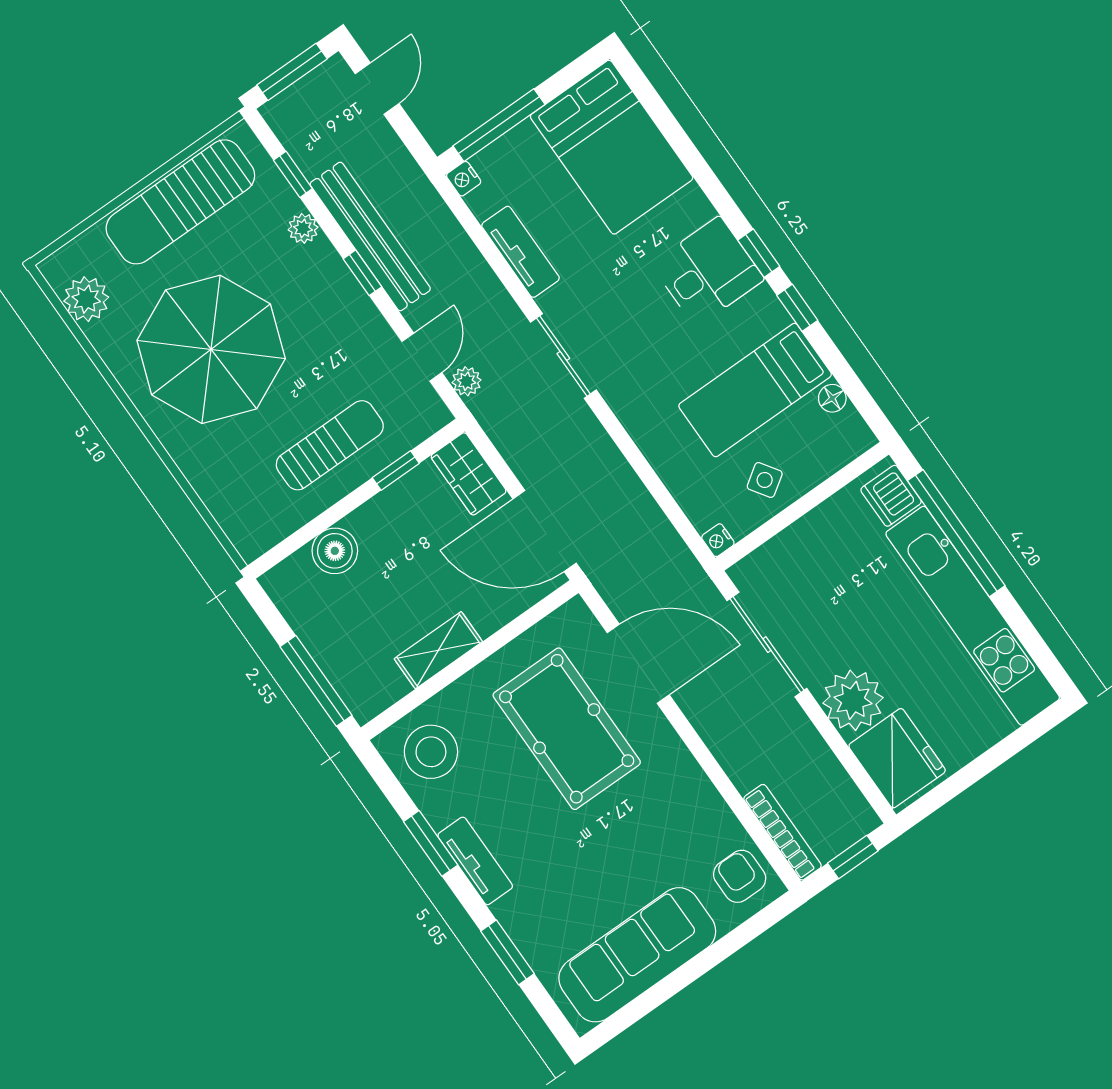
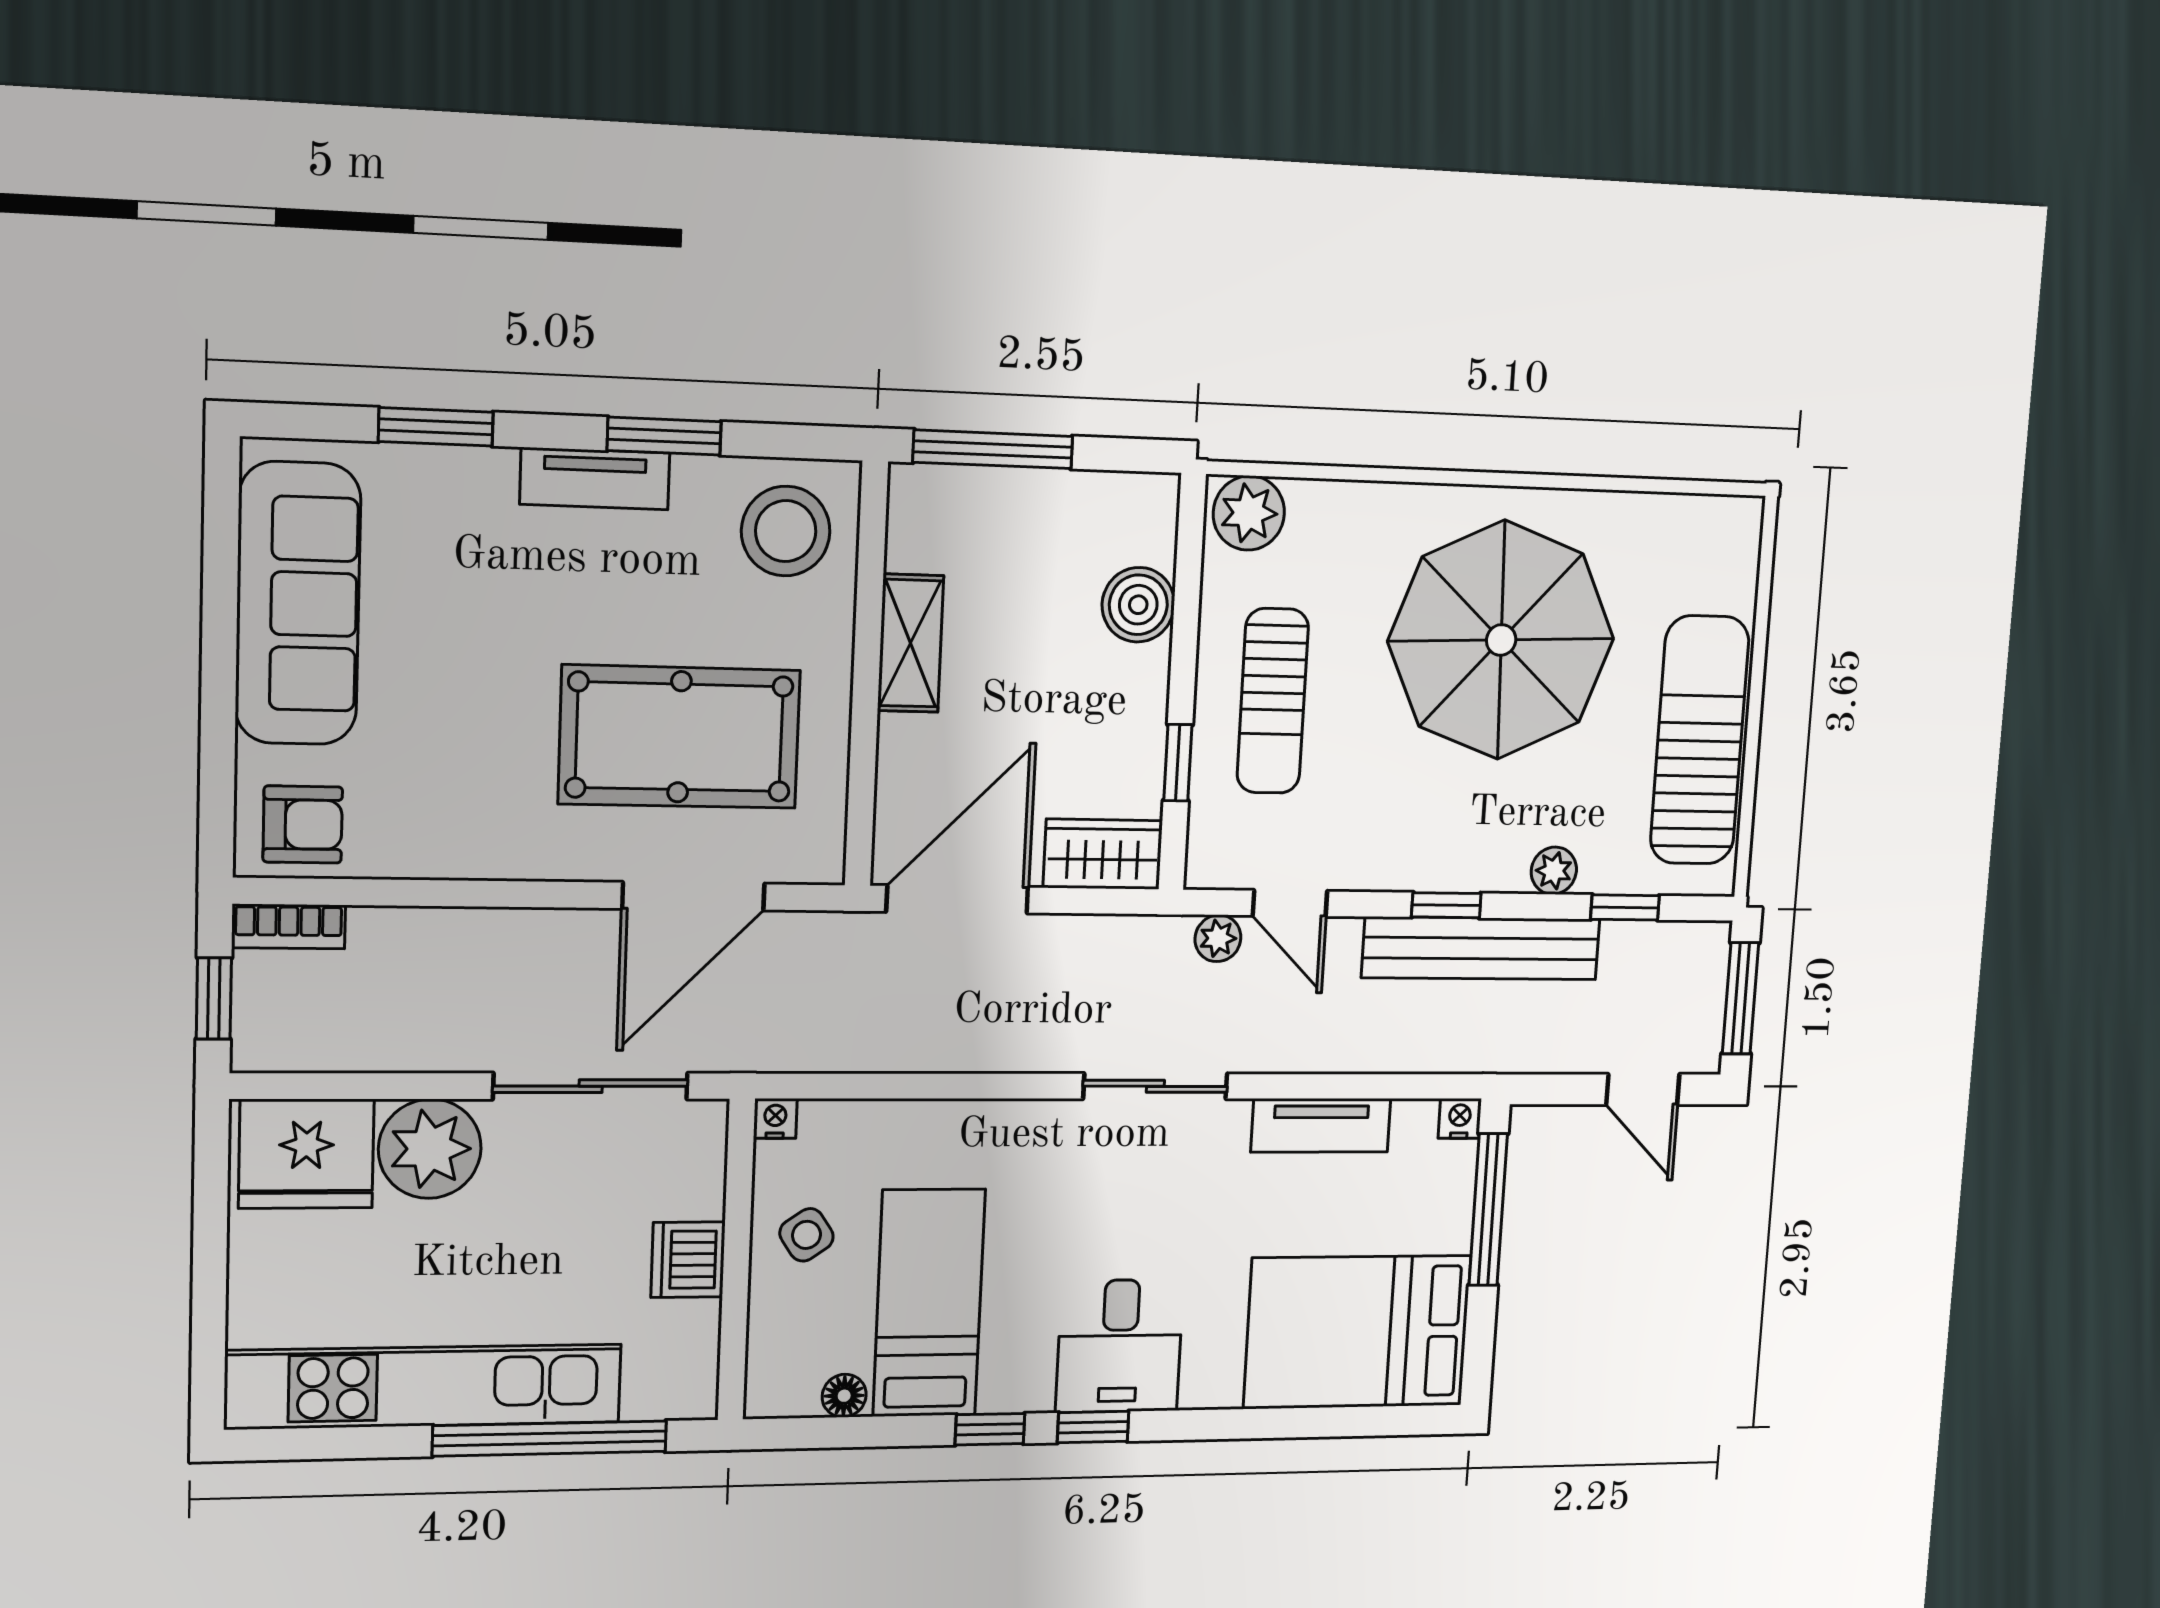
plant: (86, 299) -> (1249, 513), moved
dishwasher: (891, 496) -> (688, 1260), moved, turned -90
bookcase: (783, 832) -> (289, 926), width x0.64

